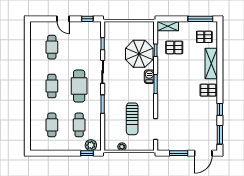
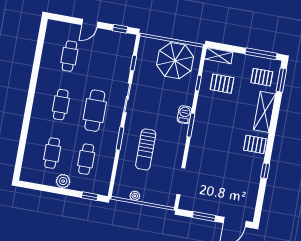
door: (63, 19) -> (90, 23), hinge flipped
parasol: (139, 54) -> (175, 61), moved
sun lounger: (132, 119) -> (146, 149), moved
window: (220, 135) -> (281, 80), moved
plant: (91, 145) -> (63, 181), moved

